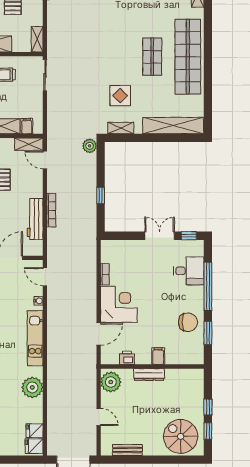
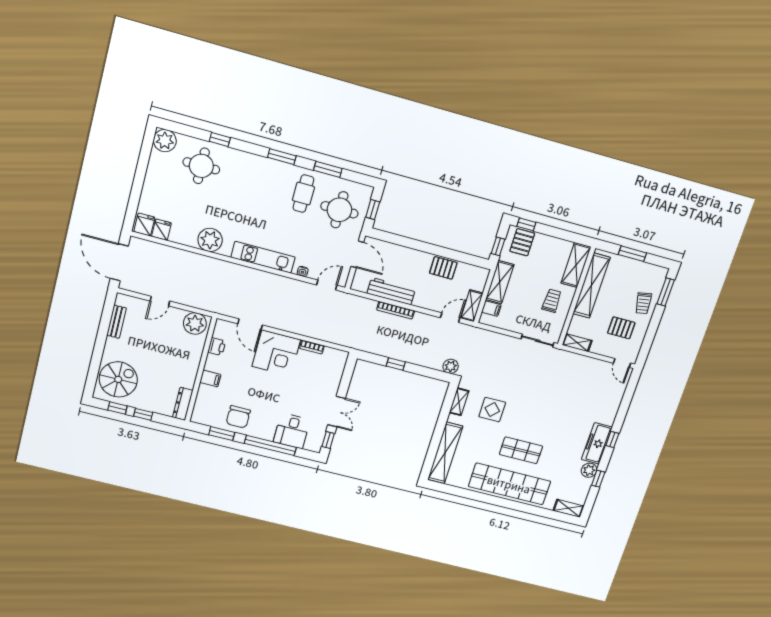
dresser: (149, 375) -> (183, 404), moved

